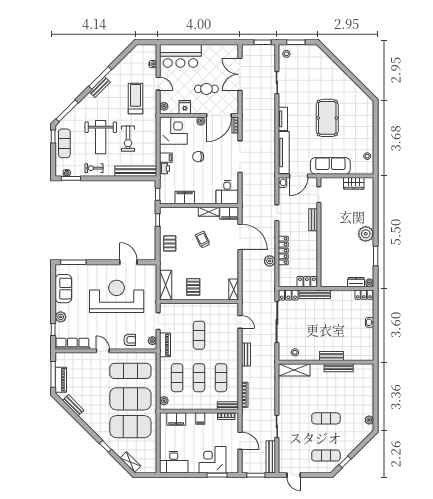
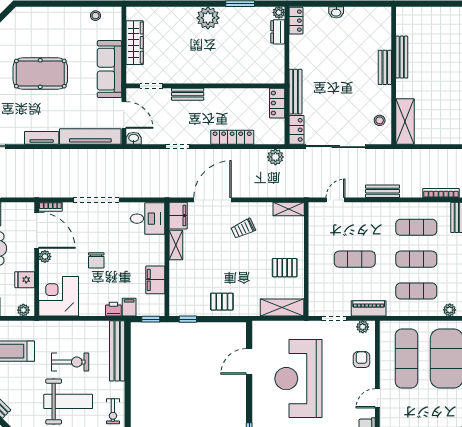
filing cabinet: (166, 158) -> (129, 307), moved
wardrobe: (354, 183) -> (135, 43), width x1.50
trolley: (203, 240) -> (243, 229), moved
plant: (270, 261) -> (275, 157), moved

